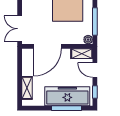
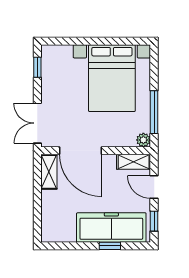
door: (47, 46) -> (81, 151), hinge flipped
shelving: (27, 88) -> (49, 172), moved
window: (66, 108) -> (110, 246), width x0.46

